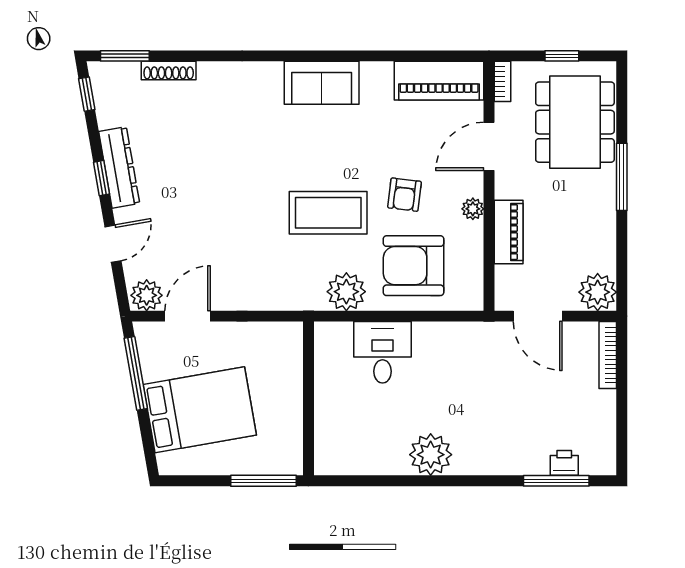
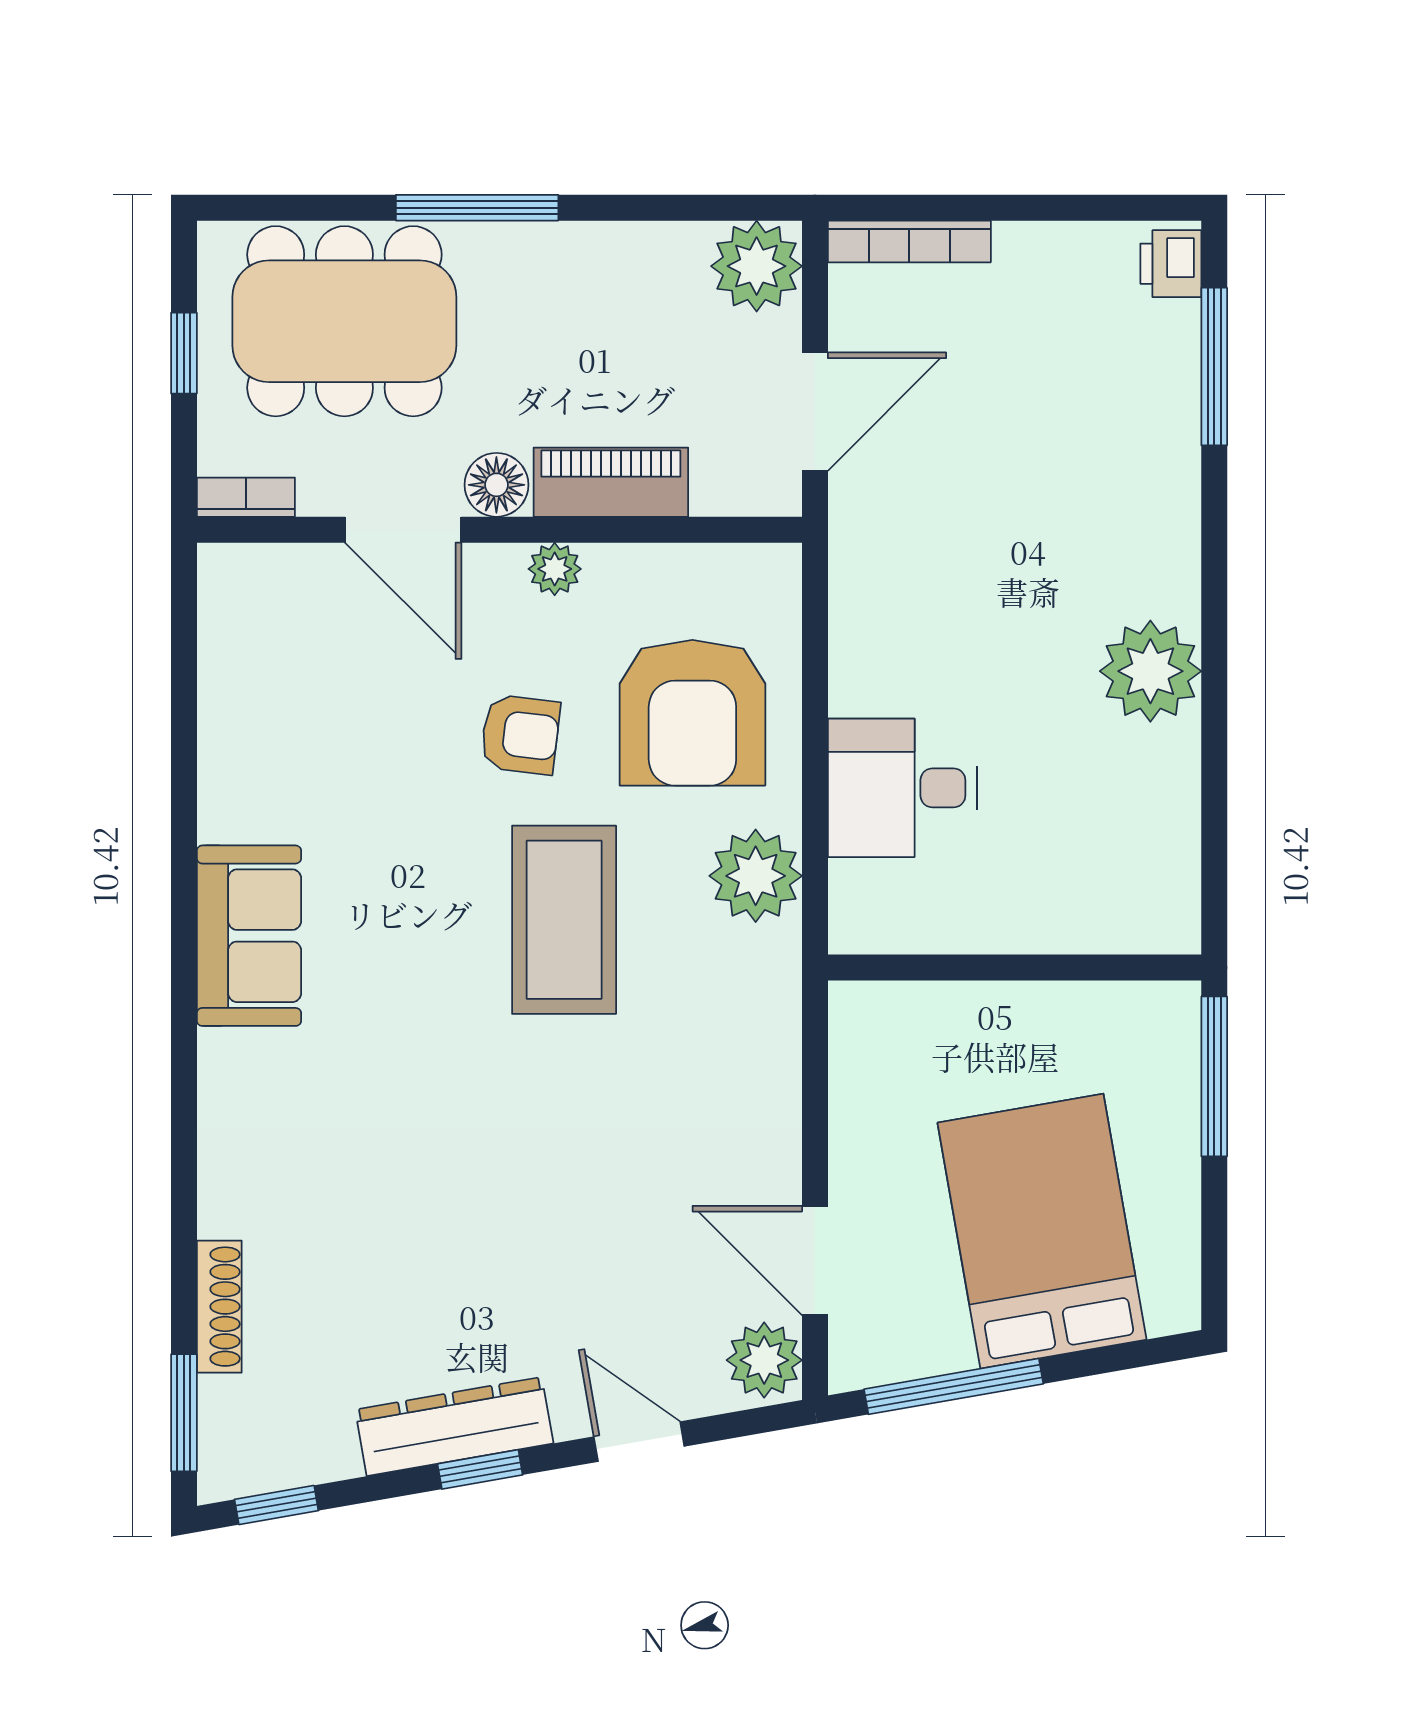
piano: (439, 81) -> (244, 651), removed
floor lamp: (507, 185) -> (496, 485), added
printer: (564, 463) -> (1171, 264), moved

